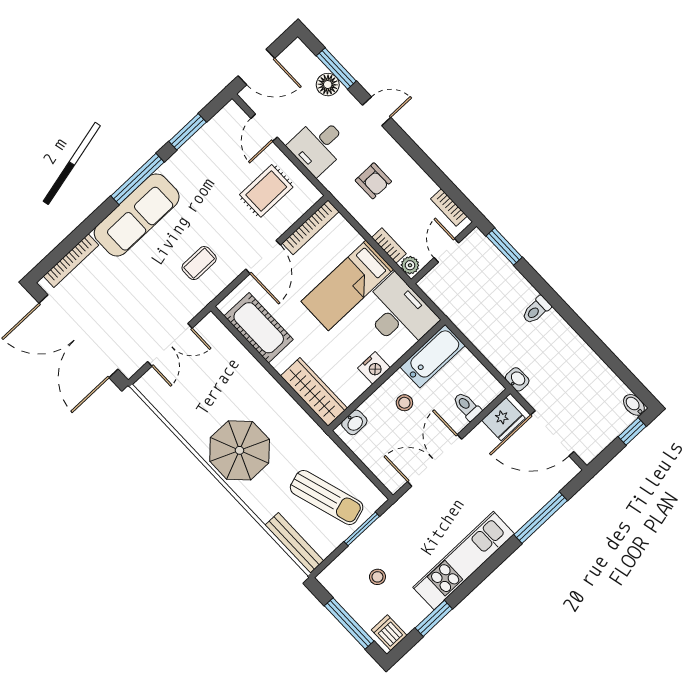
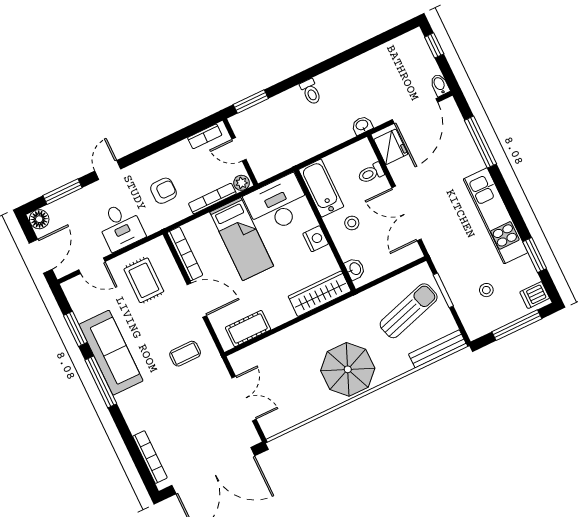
floor lamp: (328, 85) -> (39, 219), moved
sofa: (137, 215) -> (111, 353), moved
bookcase: (389, 246) -> (212, 199), width x1.56
coffee table: (199, 263) -> (185, 354), turned 90
cot: (259, 328) -> (248, 329), width x0.73, depth x0.75
bidet: (634, 405) -> (440, 85), moved, turned 90

